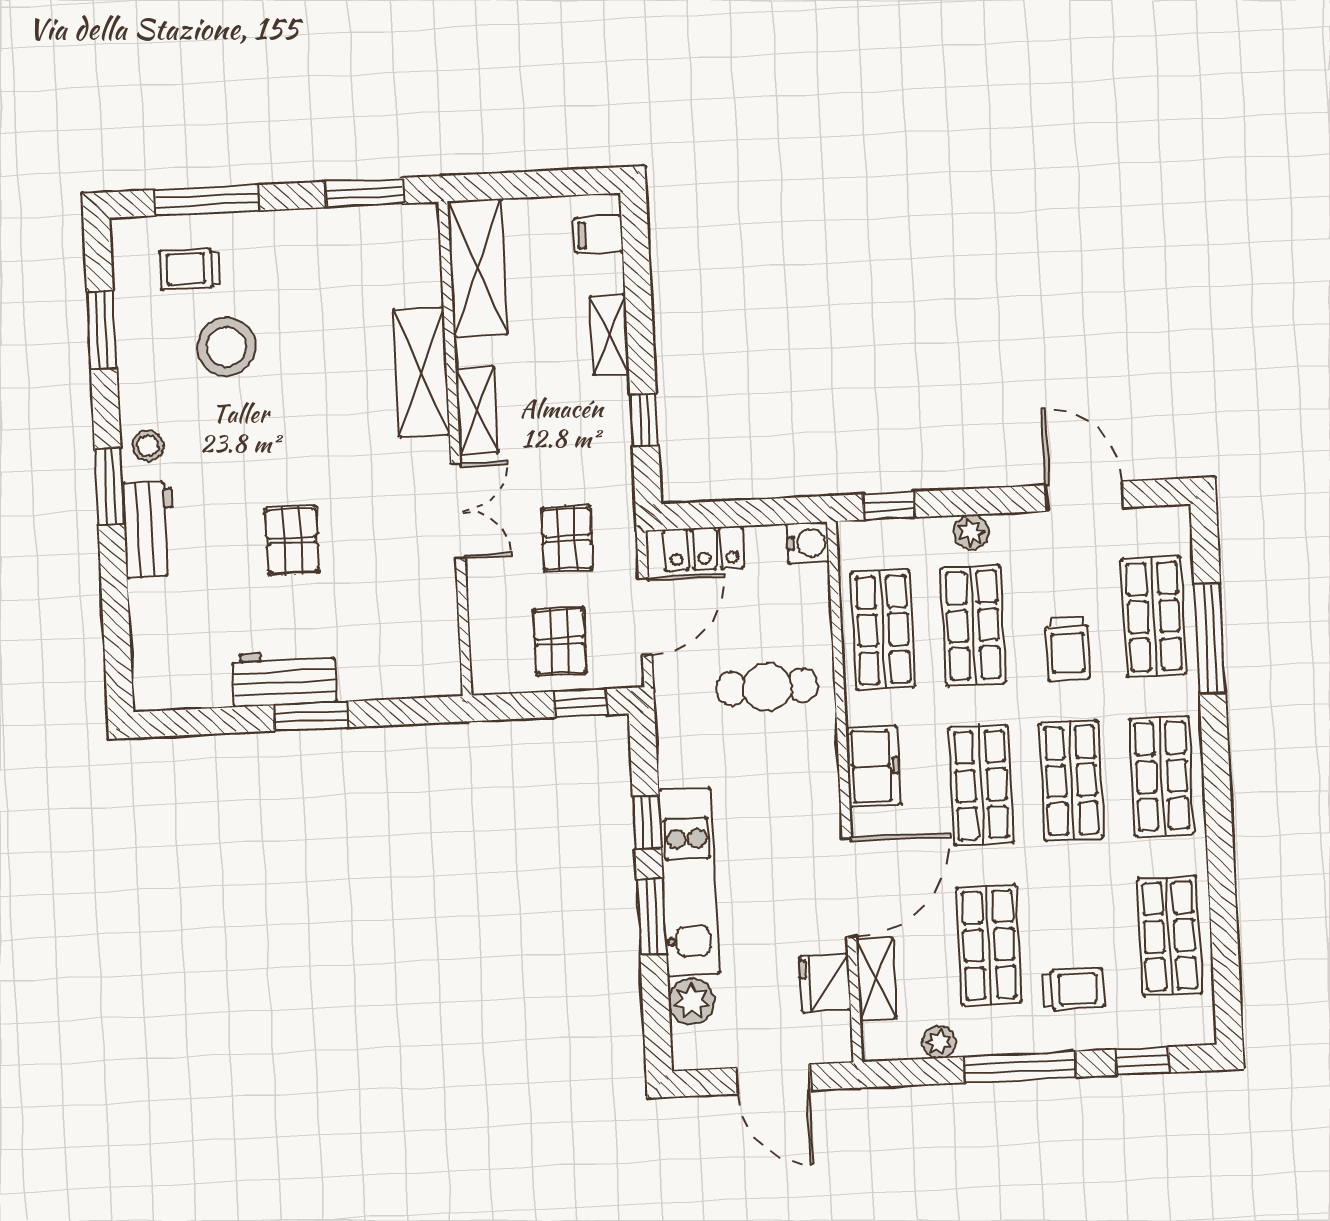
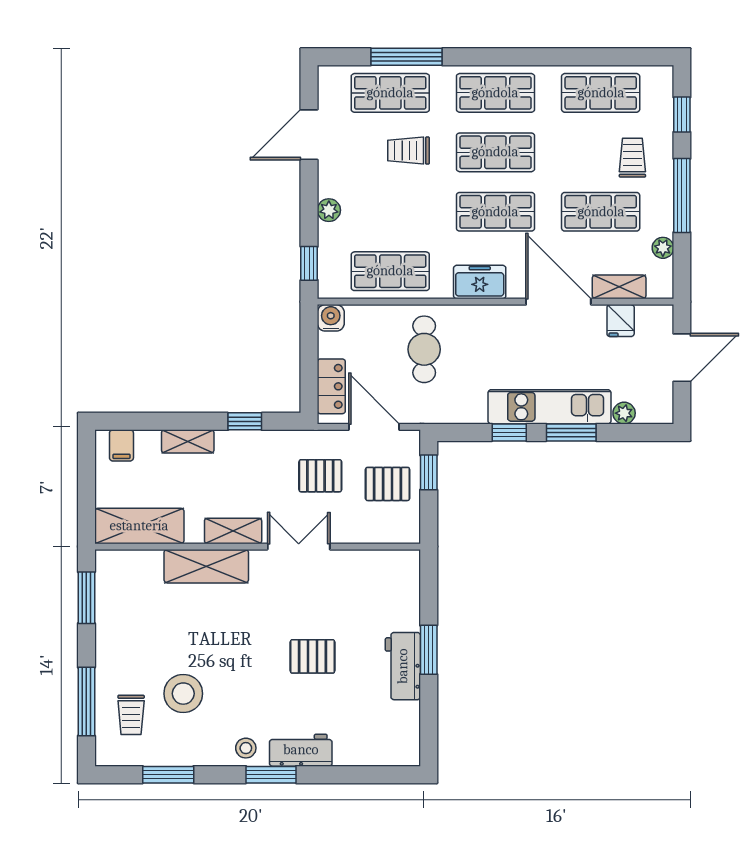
shop shelf: (973, 625) -> (390, 212), removed
trolley: (1068, 648) -> (408, 151), turned 180
fridge: (825, 983) -> (621, 321), width x0.72
plant: (691, 1001) -> (624, 413), width x0.73, depth x0.73

